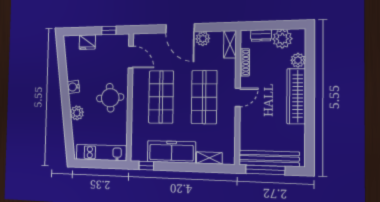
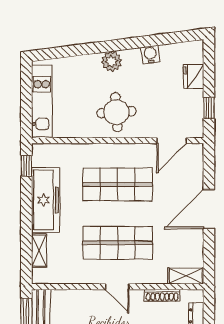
plant: (203, 39) -> (194, 240), removed
water cooler: (73, 87) -> (150, 55), moved
plant: (77, 113) -> (112, 61), moved

